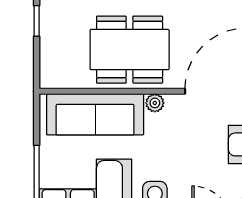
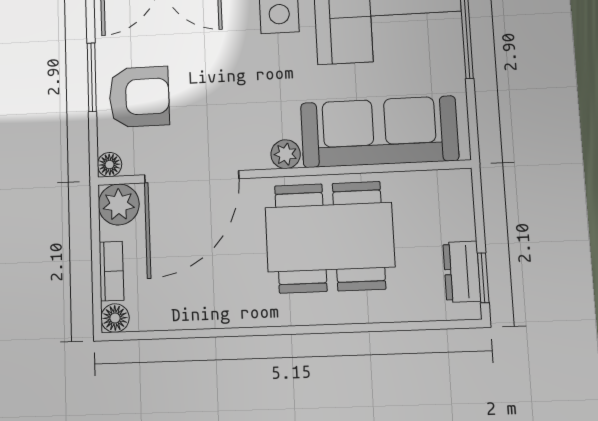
dresser: (49, 25) -> (462, 272), added

